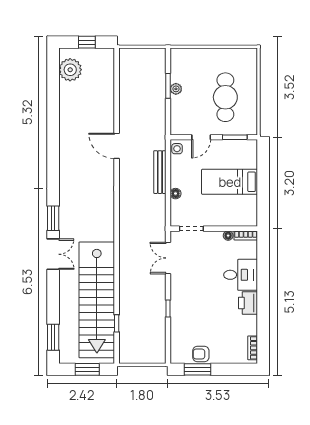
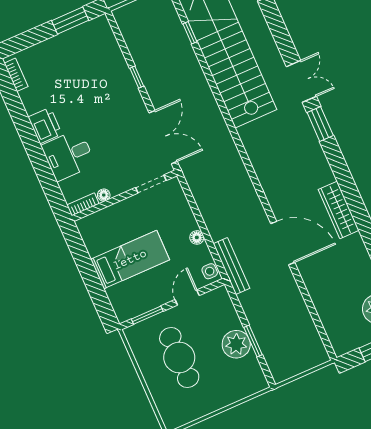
plant: (176, 89) -> (236, 344), width x1.87, depth x1.87
door: (117, 146) -> (283, 243), width x1.36
wardrobe: (67, 152) -> (339, 210), added
bench: (160, 172) -> (231, 266), moved
floor lamp: (176, 194) -> (197, 237), moved
double door: (53, 254) -> (301, 81), swing flipped
double door: (168, 258) -> (163, 137), width x1.37
armchair: (201, 354) -> (74, 40), removed

